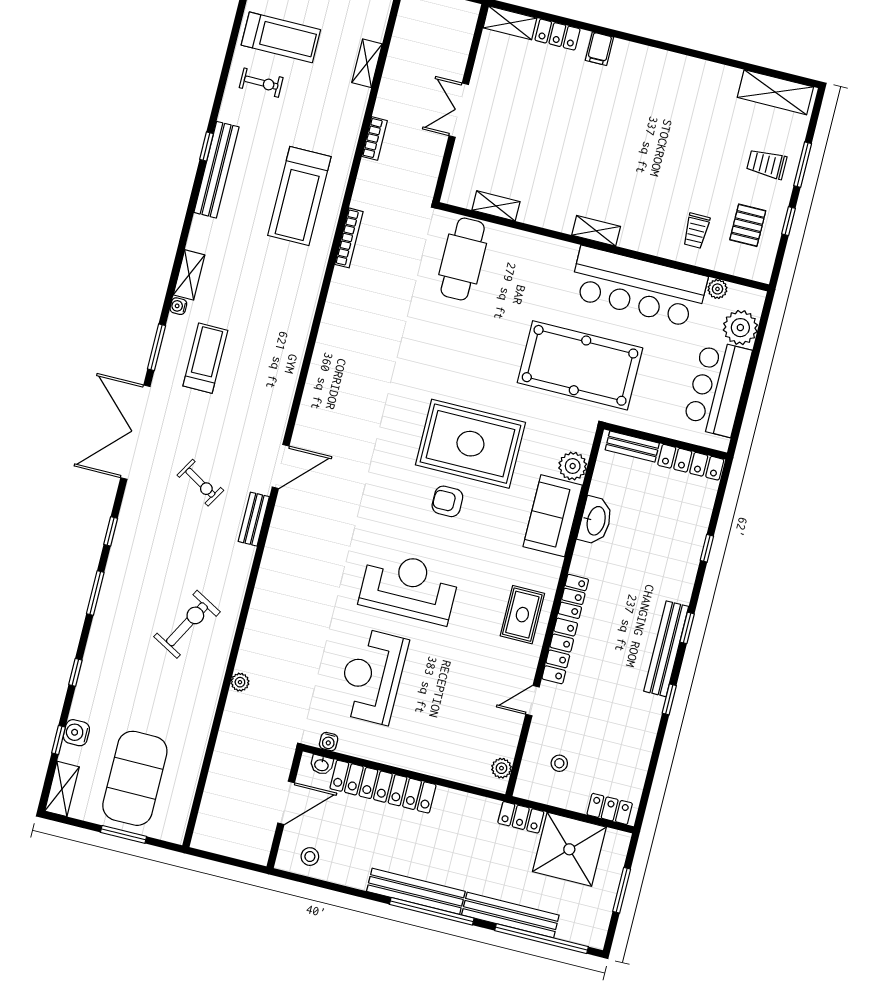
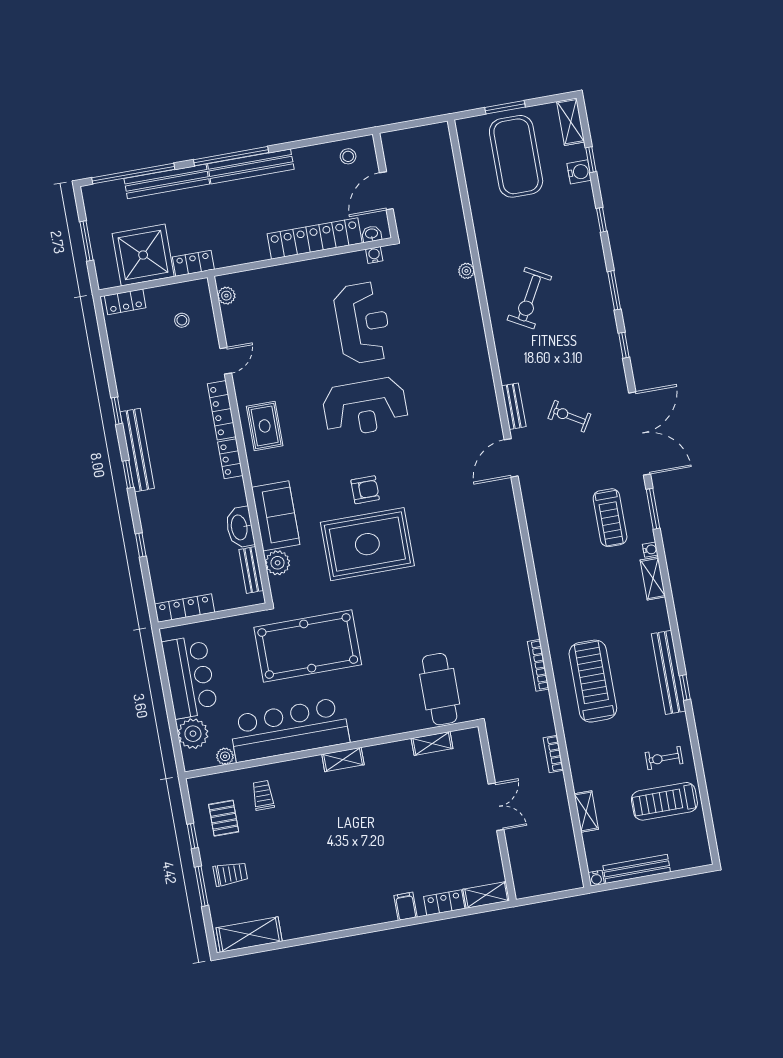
bench: (632, 446) -> (251, 570), moved, turned 90

